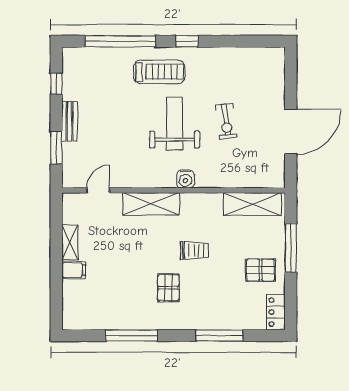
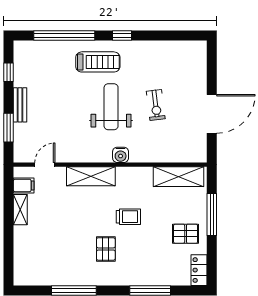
filing cabinet: (74, 270) -> (24, 185), moved

